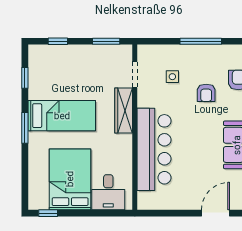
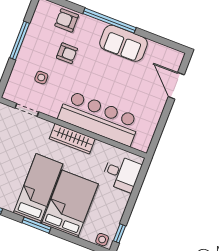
wardrobe: (124, 110) -> (72, 139), moved
bed: (70, 179) -> (70, 204), moved, turned 90
side table: (35, 198) -> (102, 240), added

